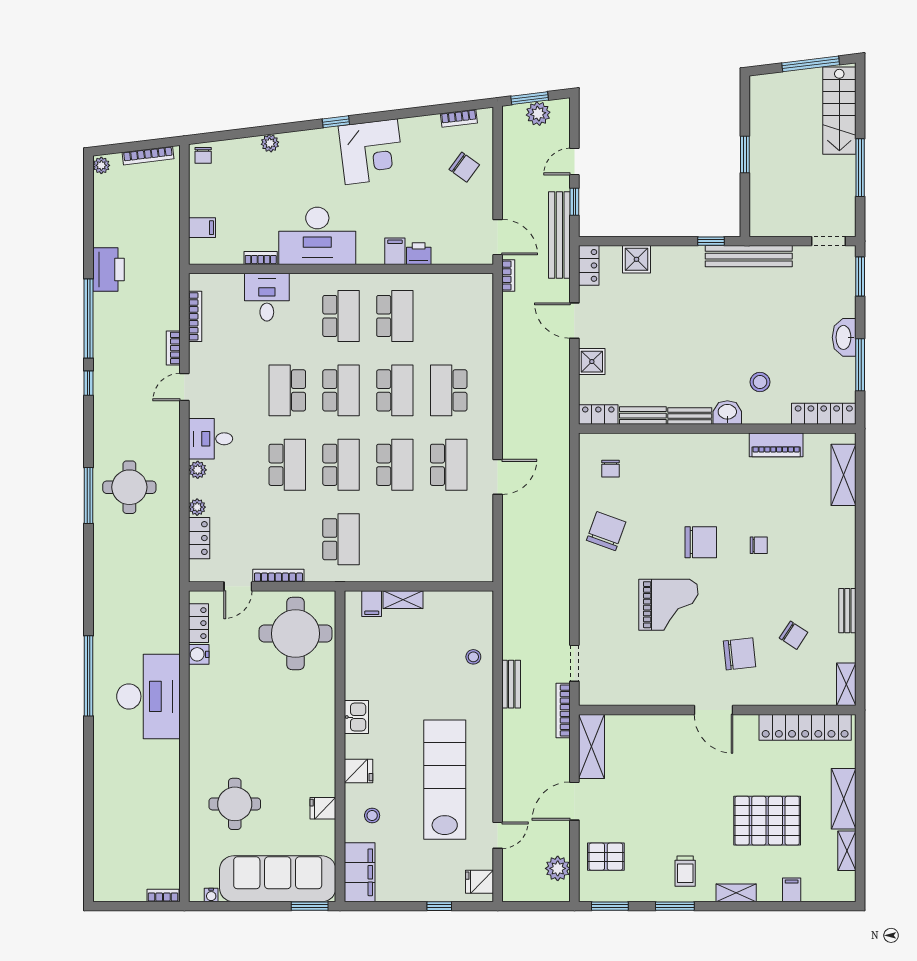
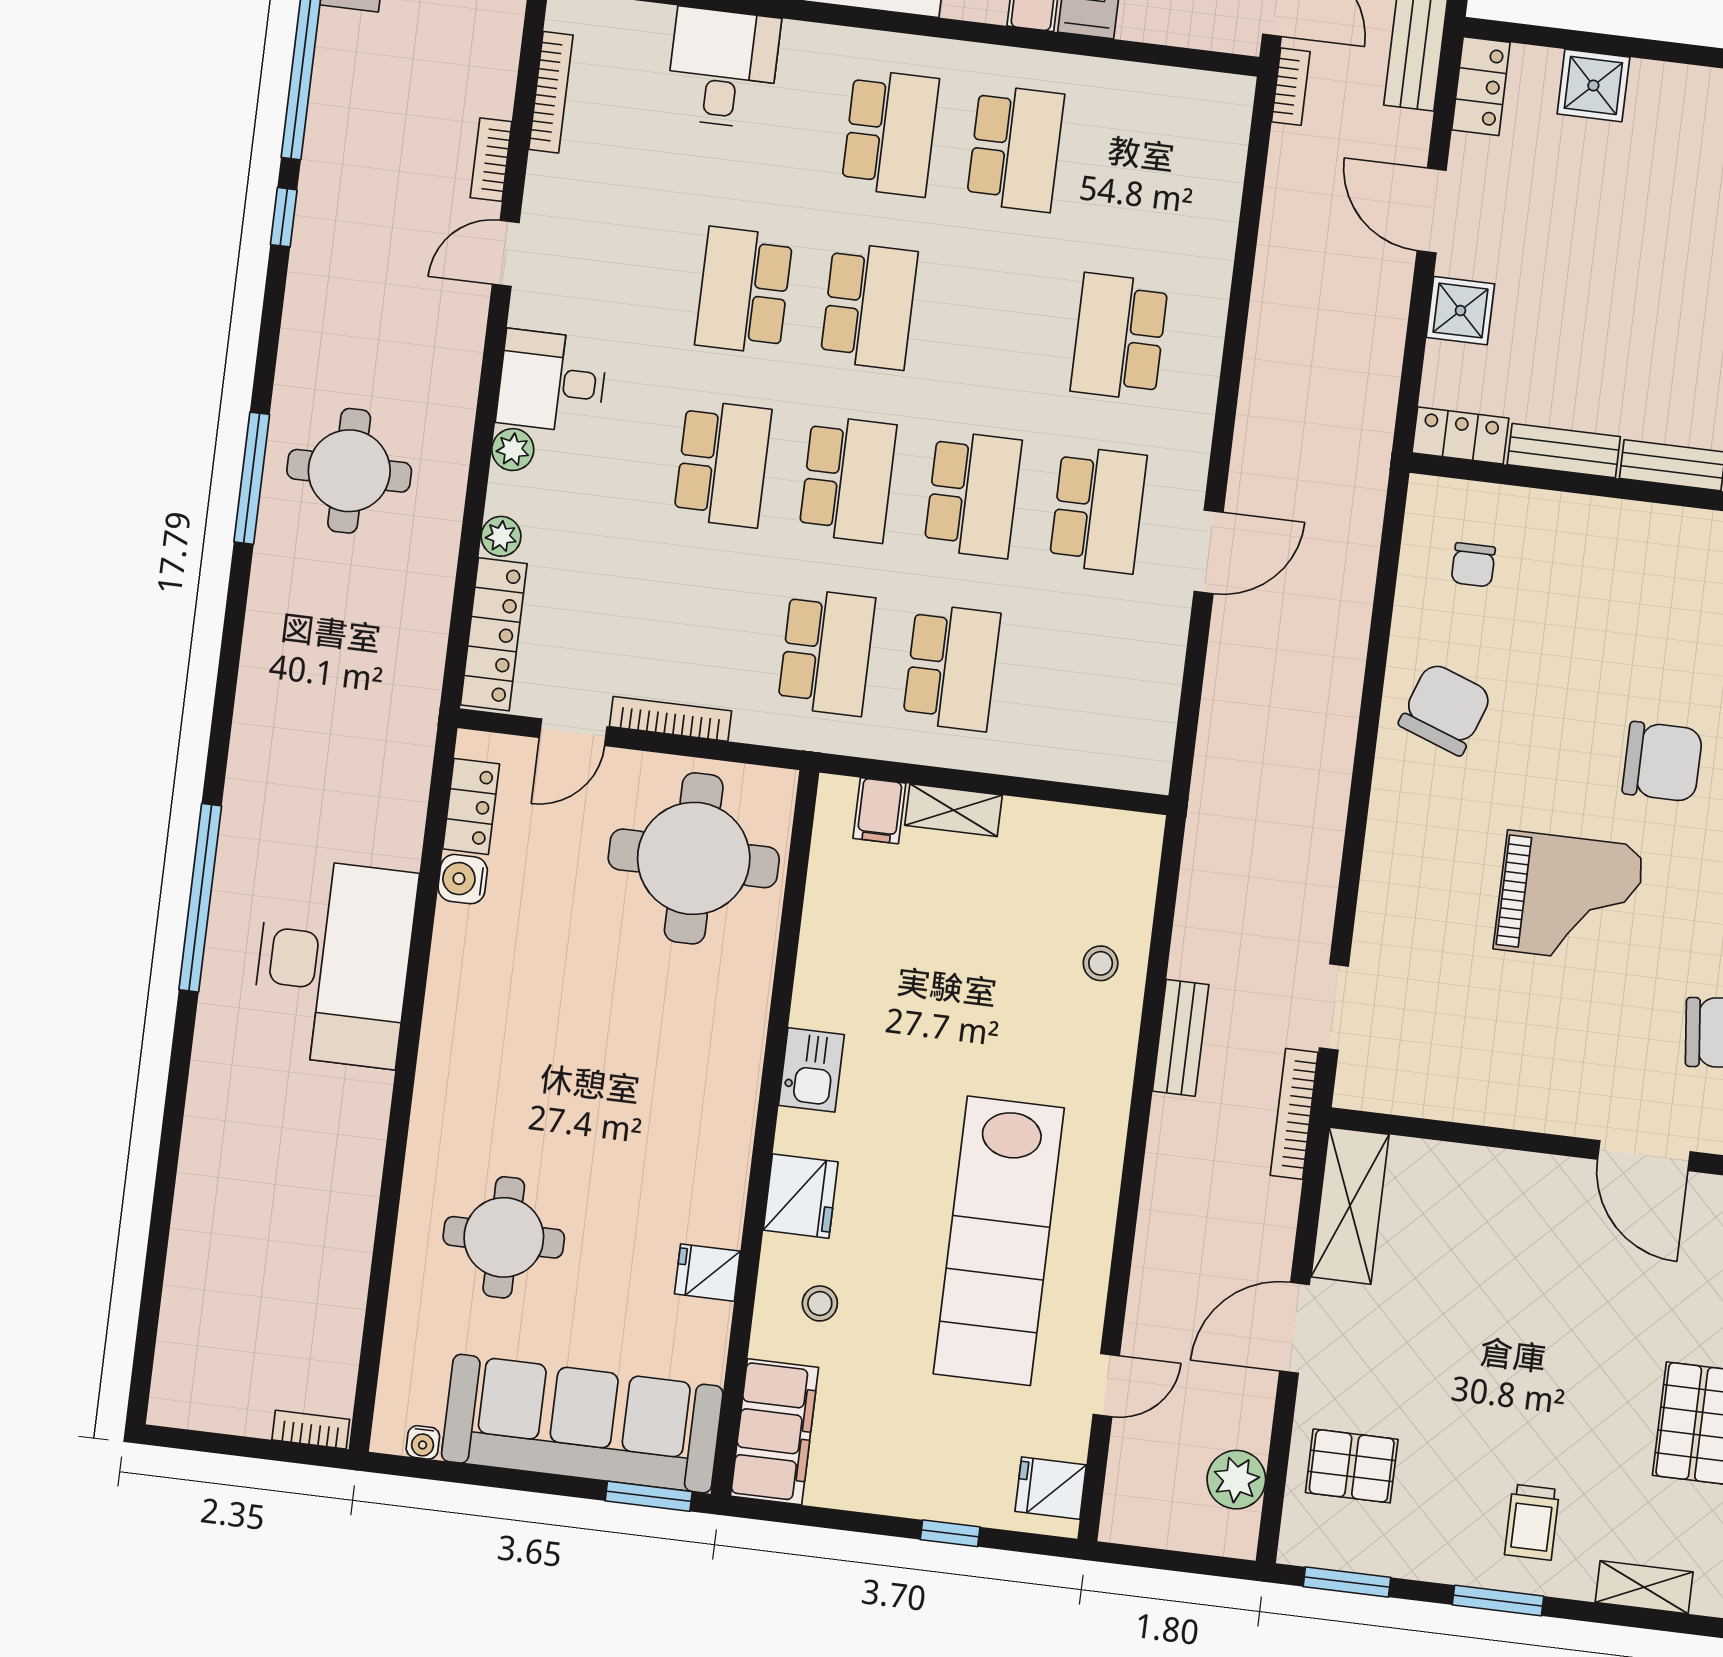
school desk: (395, 390) -> (952, 667), moved
locker: (199, 538) -> (494, 634), width x1.53
fridge: (358, 771) -> (801, 1196), width x1.38
lab bench: (445, 780) -> (999, 1241), turned 180

